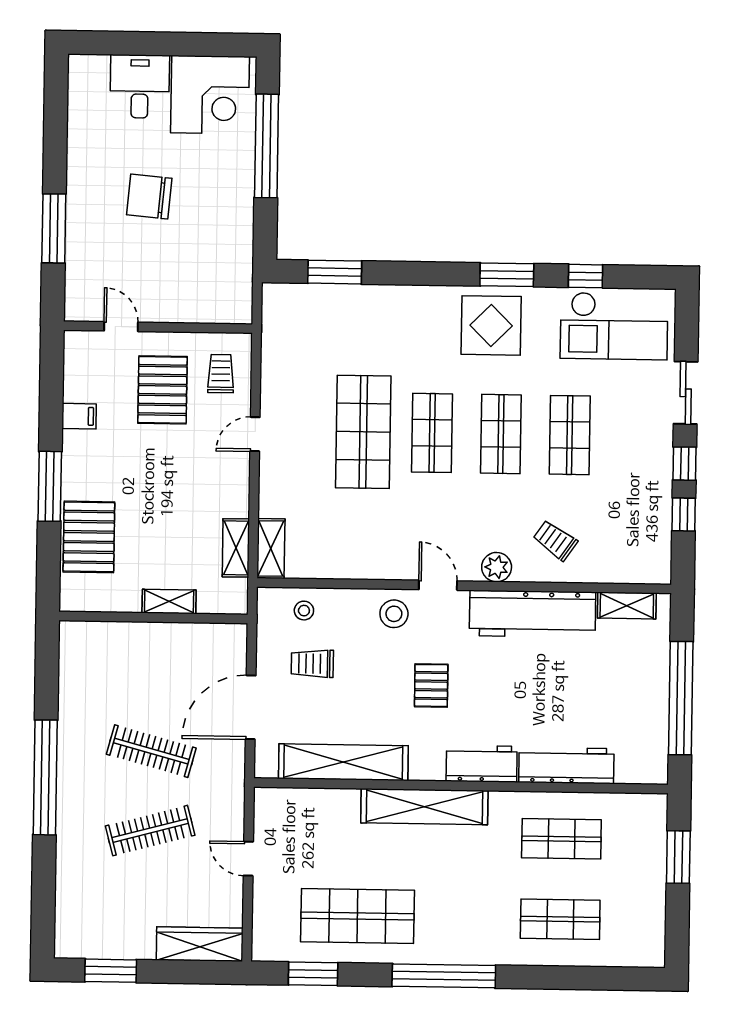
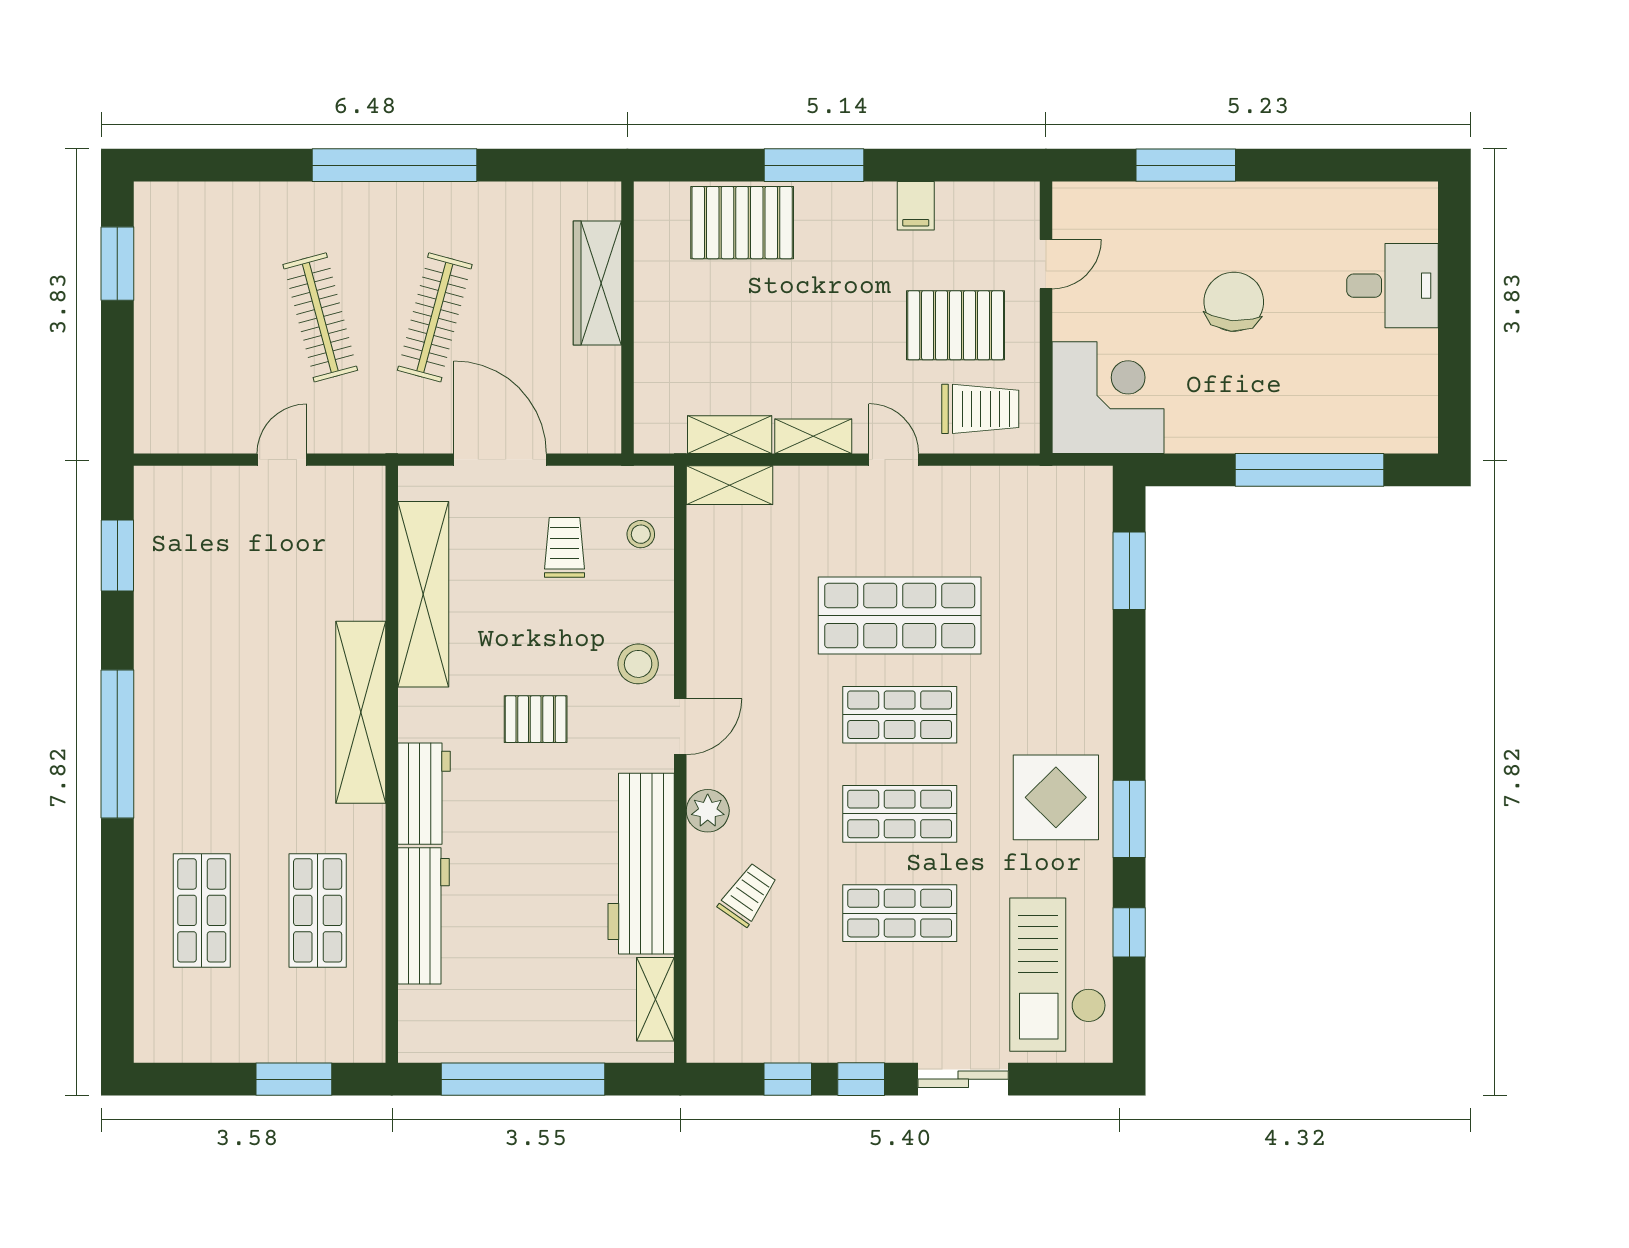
corner desk: (210, 95) -> (1108, 398), moved, turned 180
trolley: (221, 374) -> (980, 409), width x1.36, depth x1.39
shelving: (169, 601) -> (813, 436), moved, turned 90
shop shelf: (358, 916) -> (202, 618), removed
wardrobe: (200, 944) -> (597, 283), moved, turned 180

